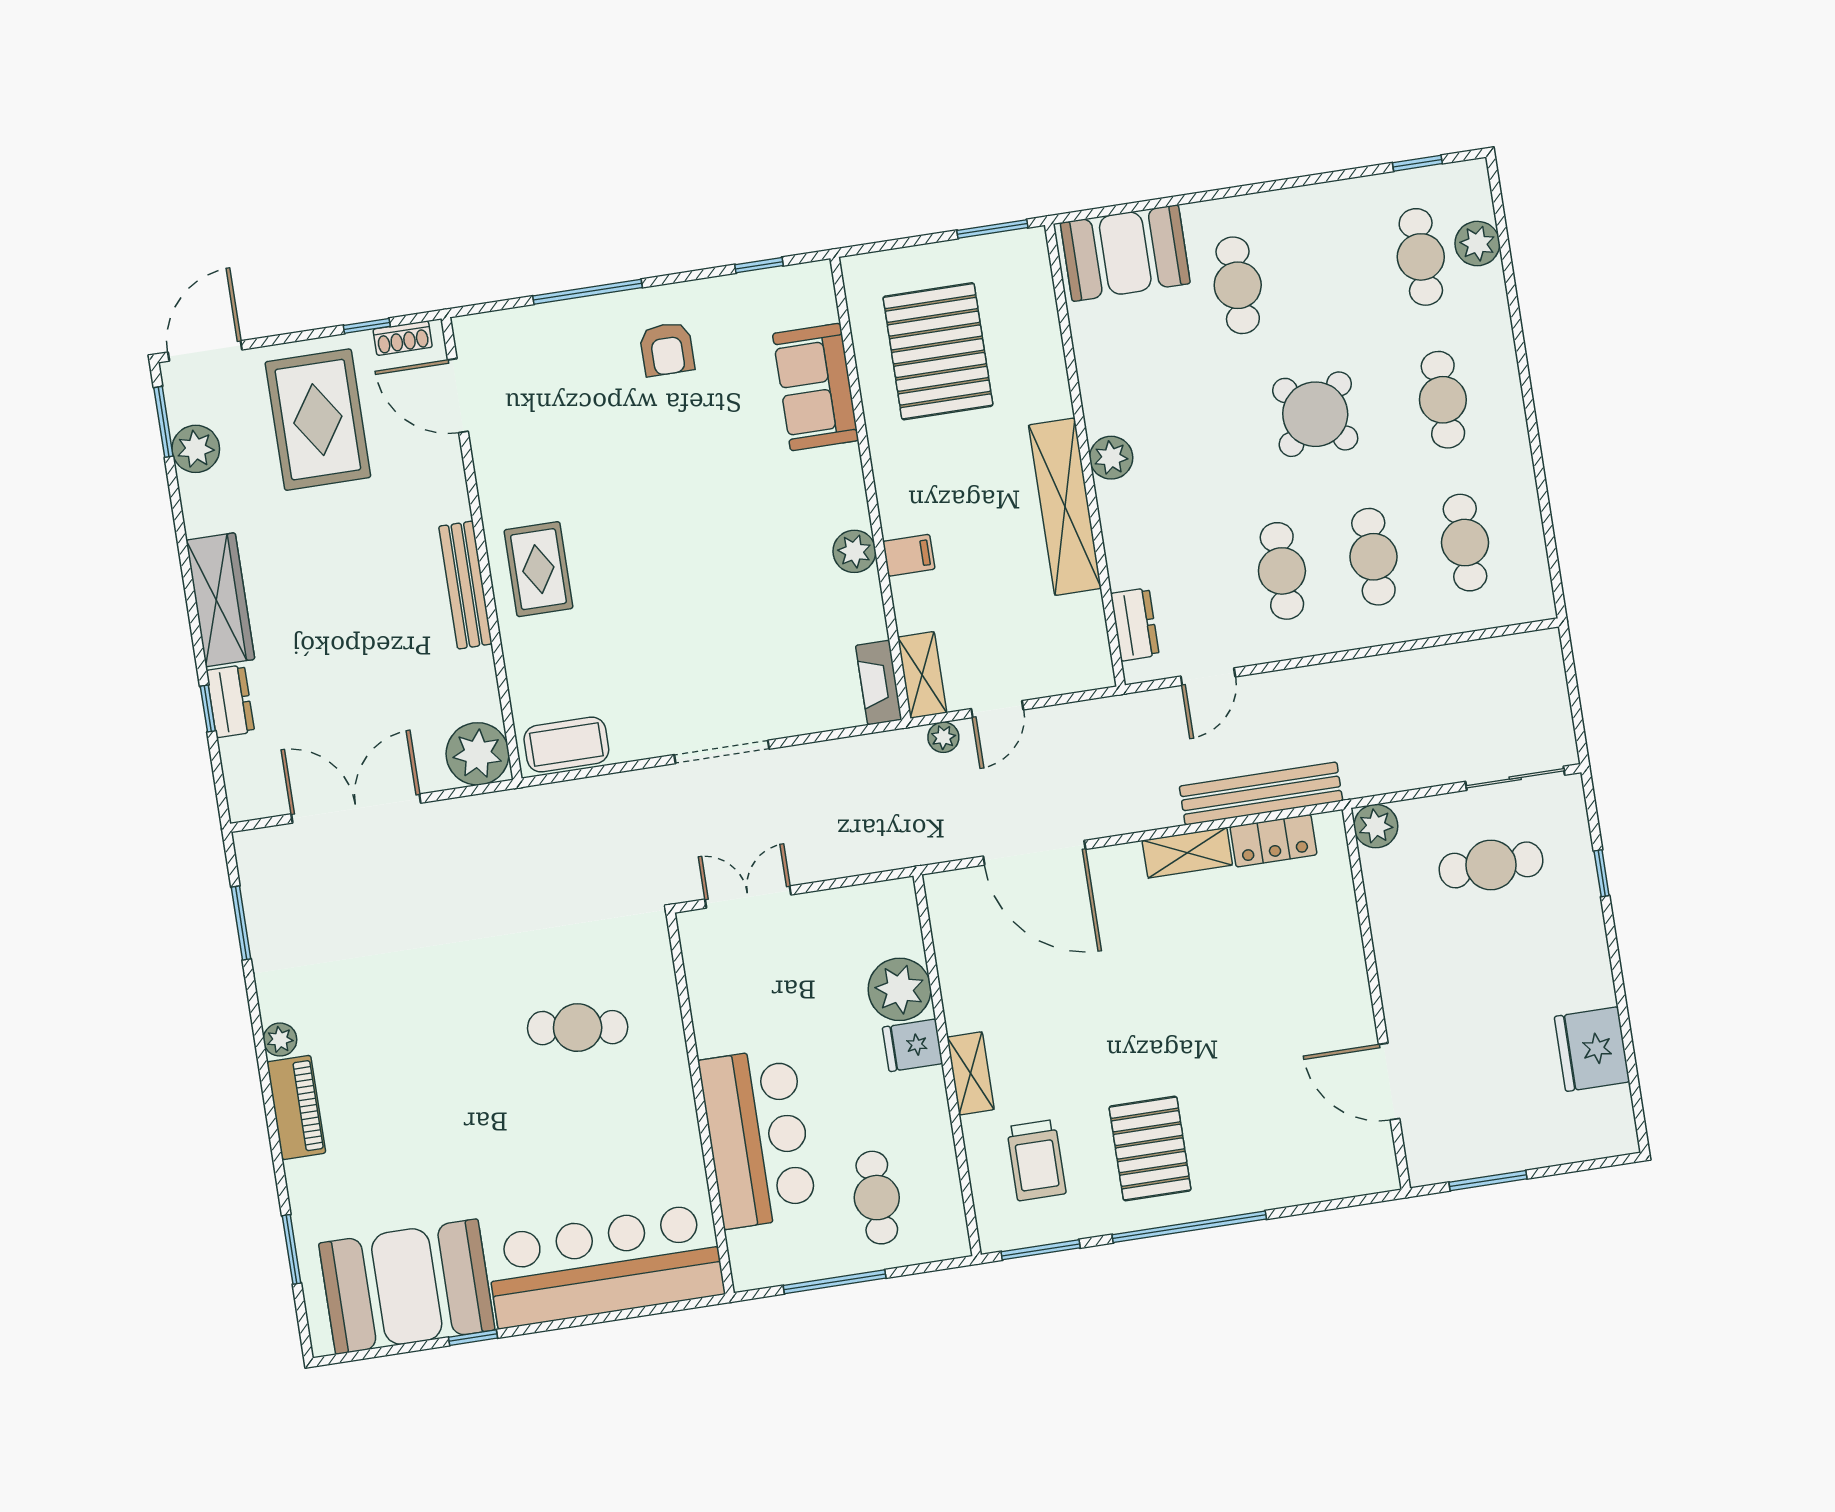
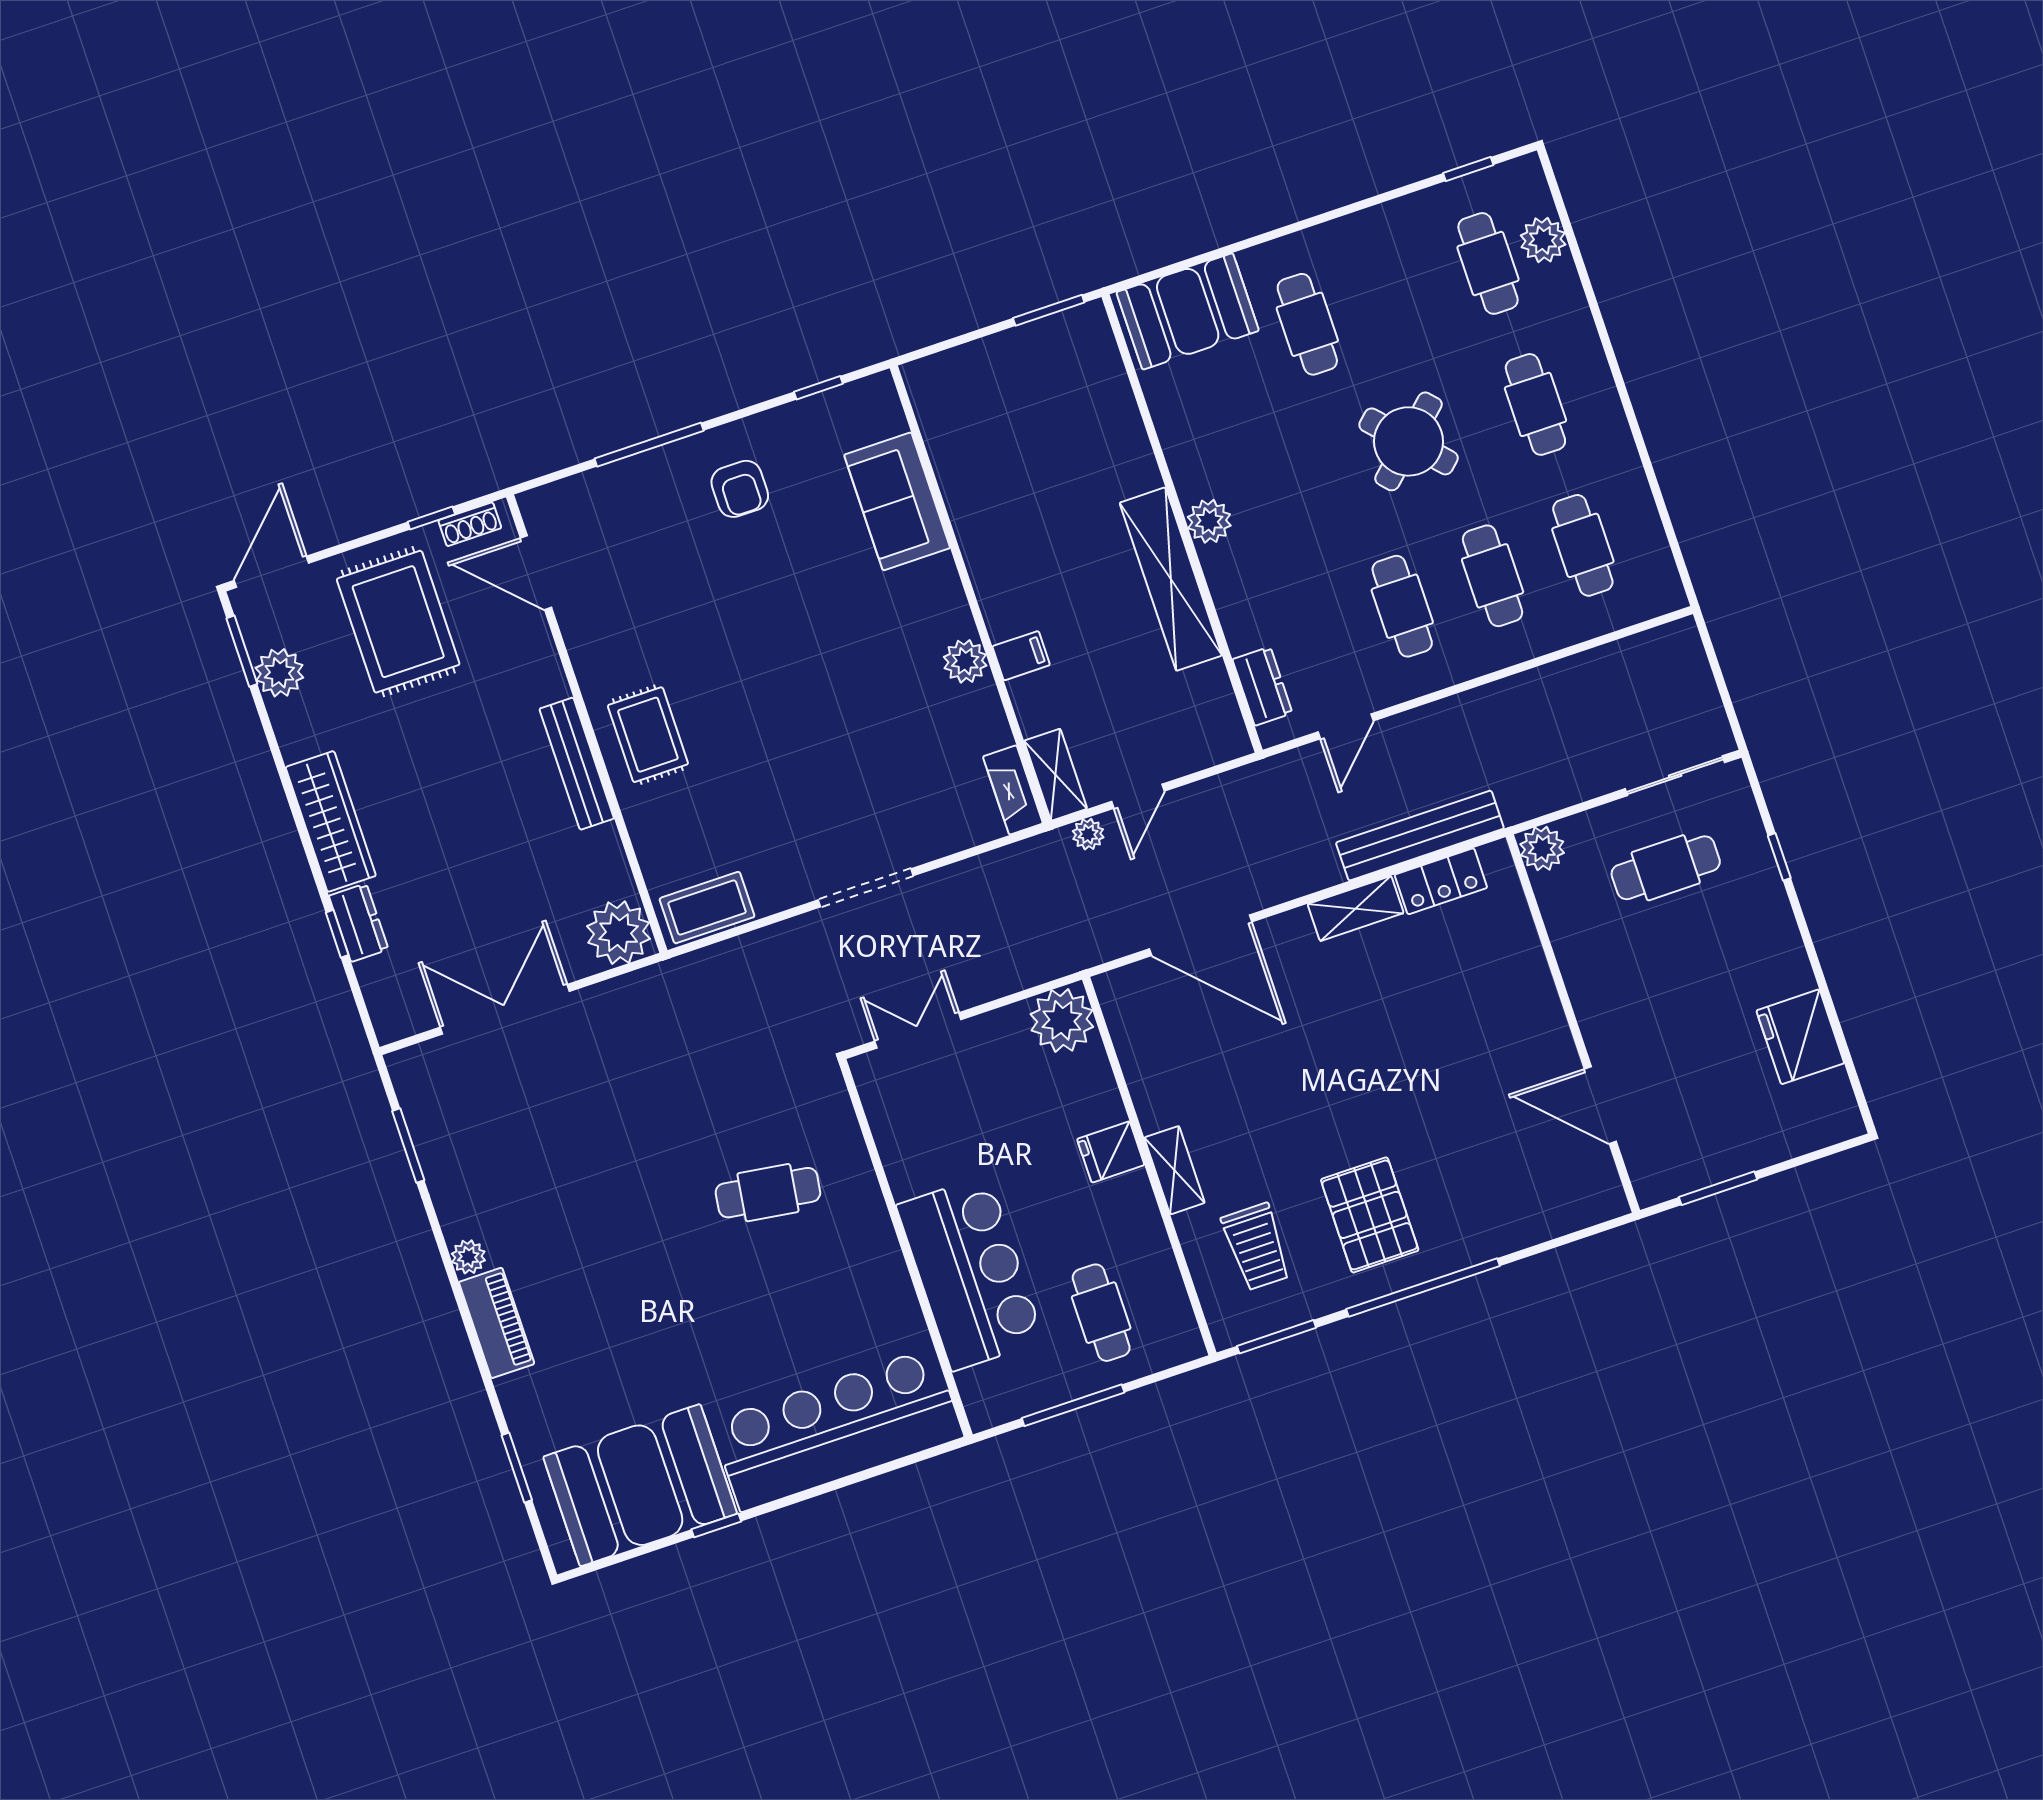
pallet: (938, 351) -> (1015, 444), removed
plant: (900, 989) -> (1062, 1020), moved

